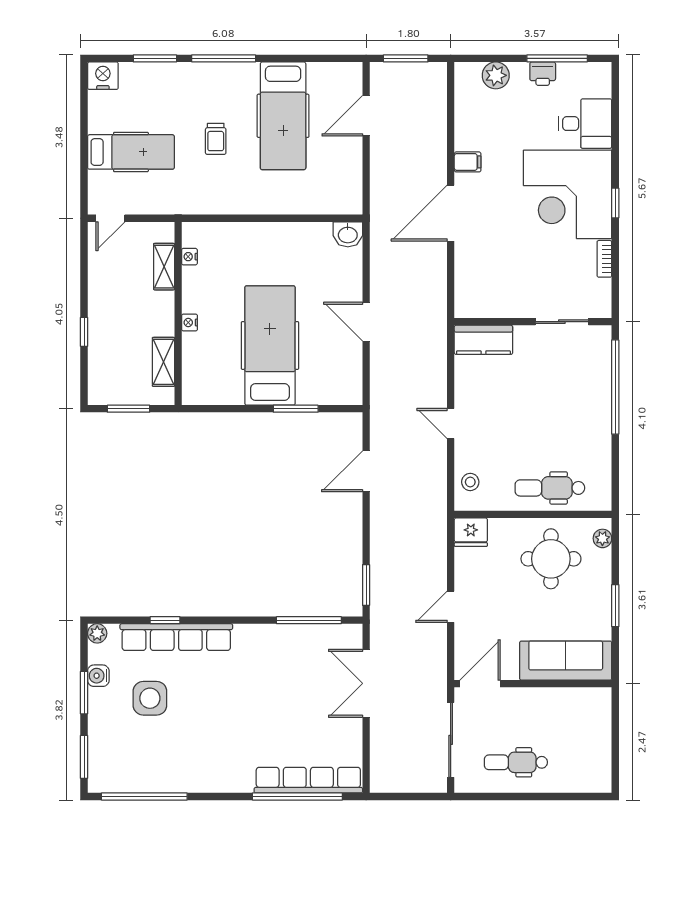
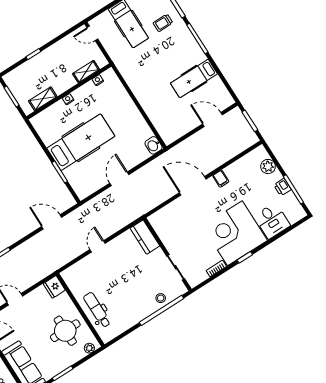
hospital bed: (283, 116) -> (194, 78), width x0.73, depth x0.78
trolley: (216, 139) -> (163, 23), moved
stool: (470, 482) -> (161, 298), moved

